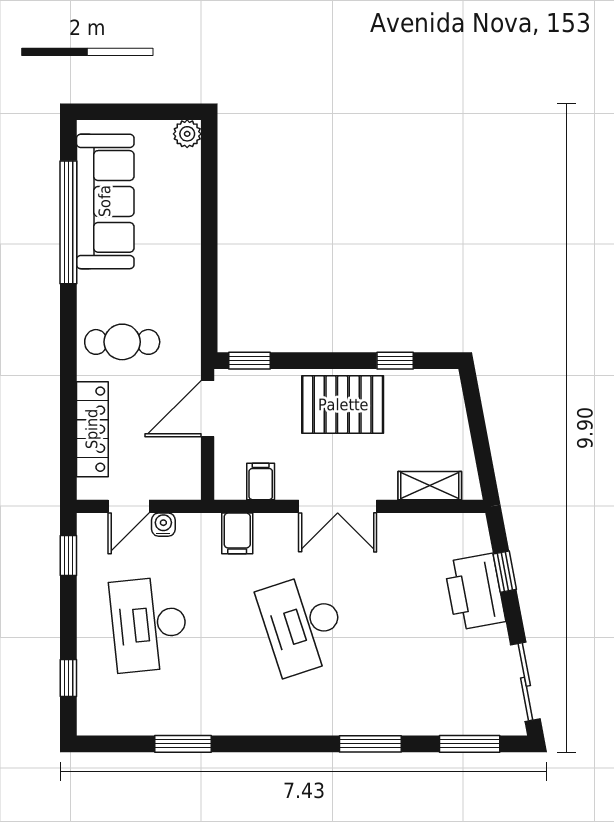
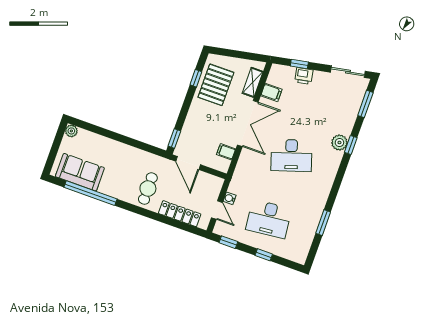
sofa: (105, 201) -> (80, 172), width x0.73
pallet: (343, 405) -> (216, 85), moved
double door: (338, 506) -> (248, 124), width x1.37
filing cabinet: (237, 533) -> (271, 92), moved
printer: (475, 592) -> (304, 76), width x0.53, depth x0.68
window: (68, 678) -> (264, 255), moved
plant: (367, 718) -> (339, 143), added
window: (370, 744) -> (351, 145), width x0.67

